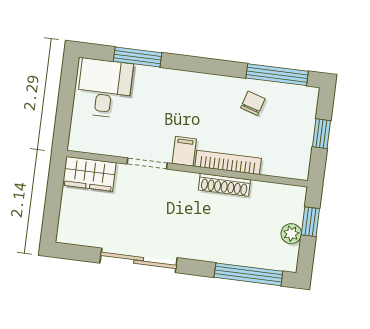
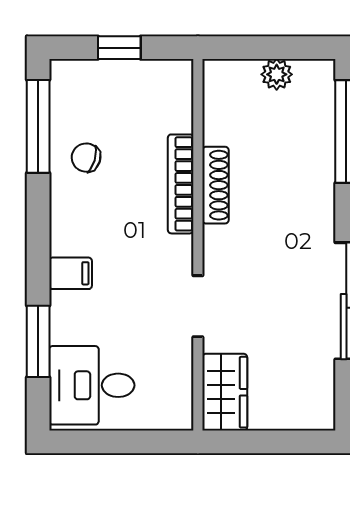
filing cabinet: (184, 151) -> (71, 273), moved, turned 180
window: (310, 222) -> (255, 48), removed

